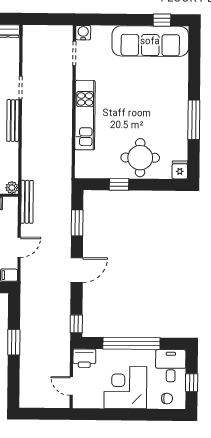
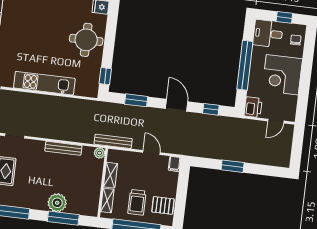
bench: (13, 121) -> (63, 148), moved
window: (119, 184) -> (105, 76), moved
window: (76, 324) -> (211, 109), moved

